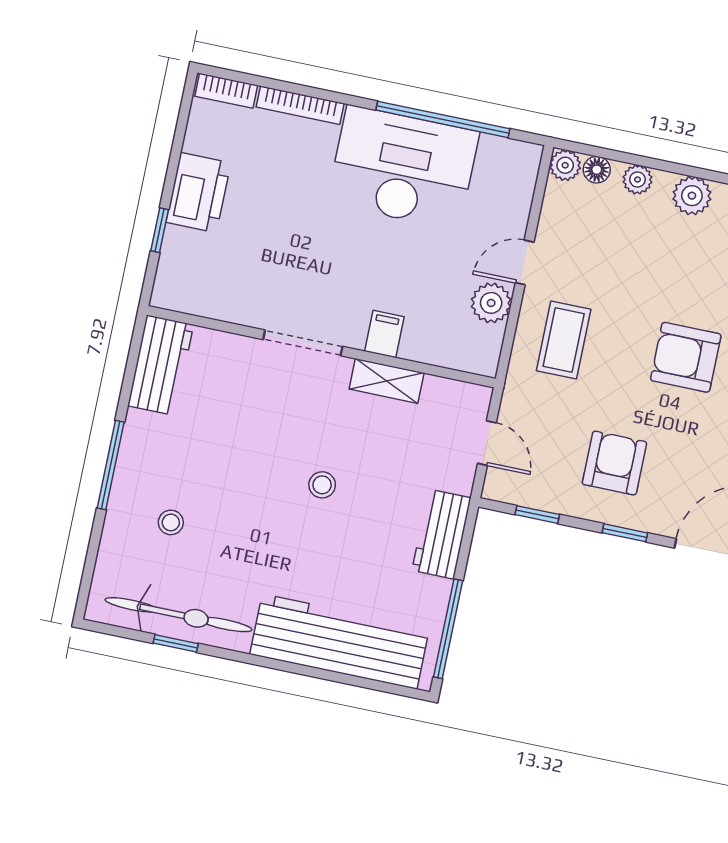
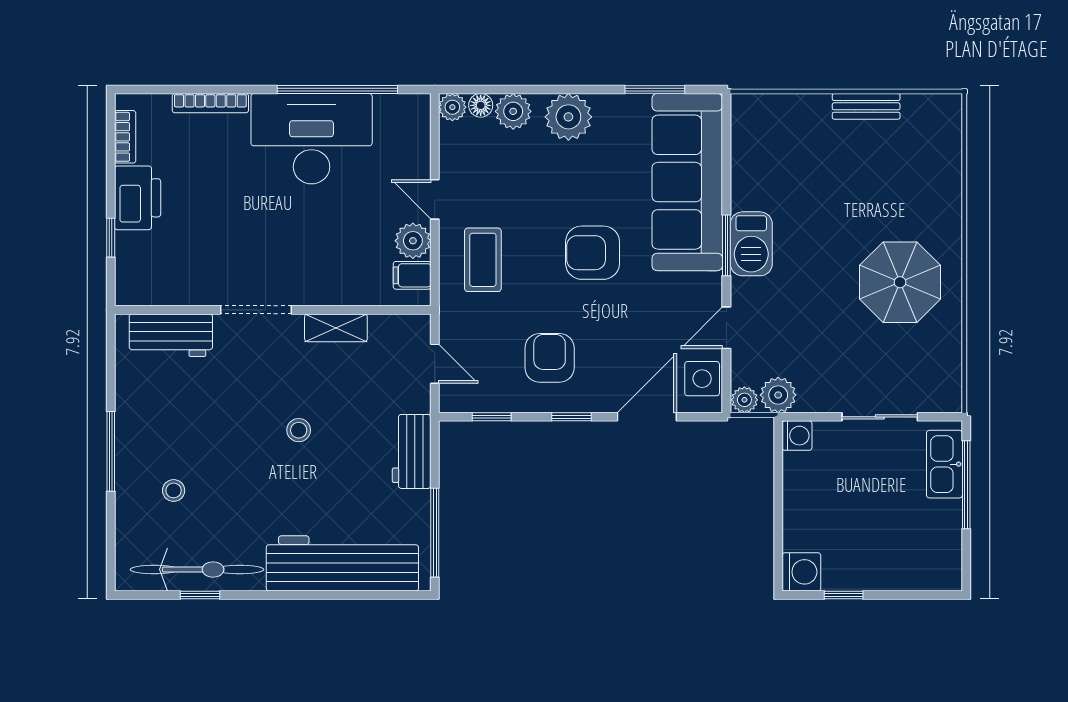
bookcase: (226, 91) -> (125, 137), moved, turned -90
plant: (637, 180) -> (513, 111), width x1.38, depth x1.38
plant: (692, 196) -> (568, 117), width x1.36, depth x1.36
door: (525, 262) -> (435, 199), hinge flipped
filing cabinet: (384, 334) -> (412, 275), moved, turned -90
workbench: (161, 365) -> (171, 335), moved, turned 90

